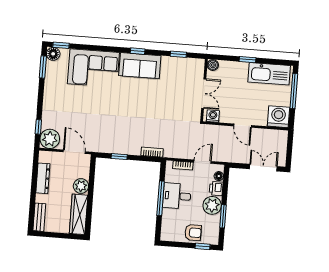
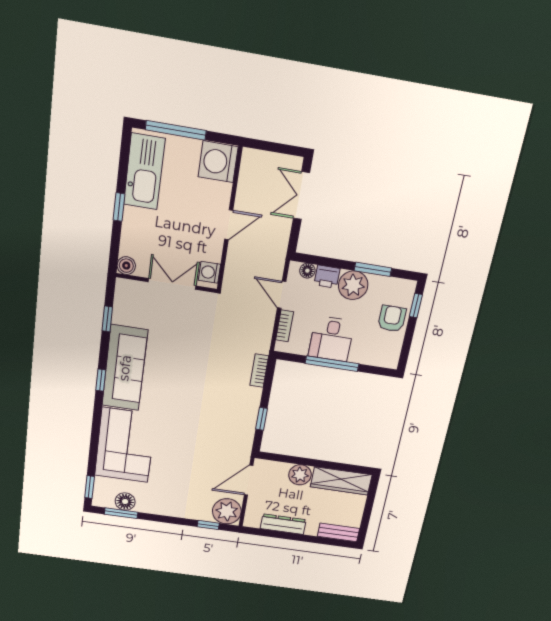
floor lamp: (53, 54) -> (125, 502), moved
sofa: (140, 66) -> (125, 368), width x1.36

